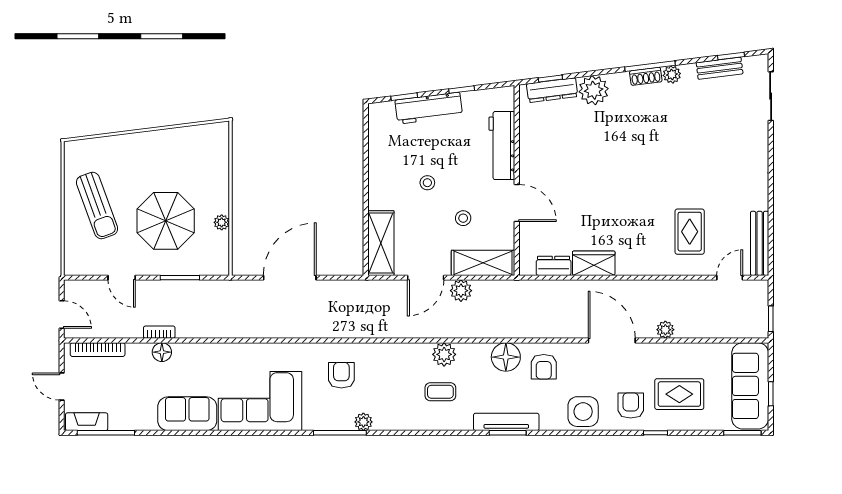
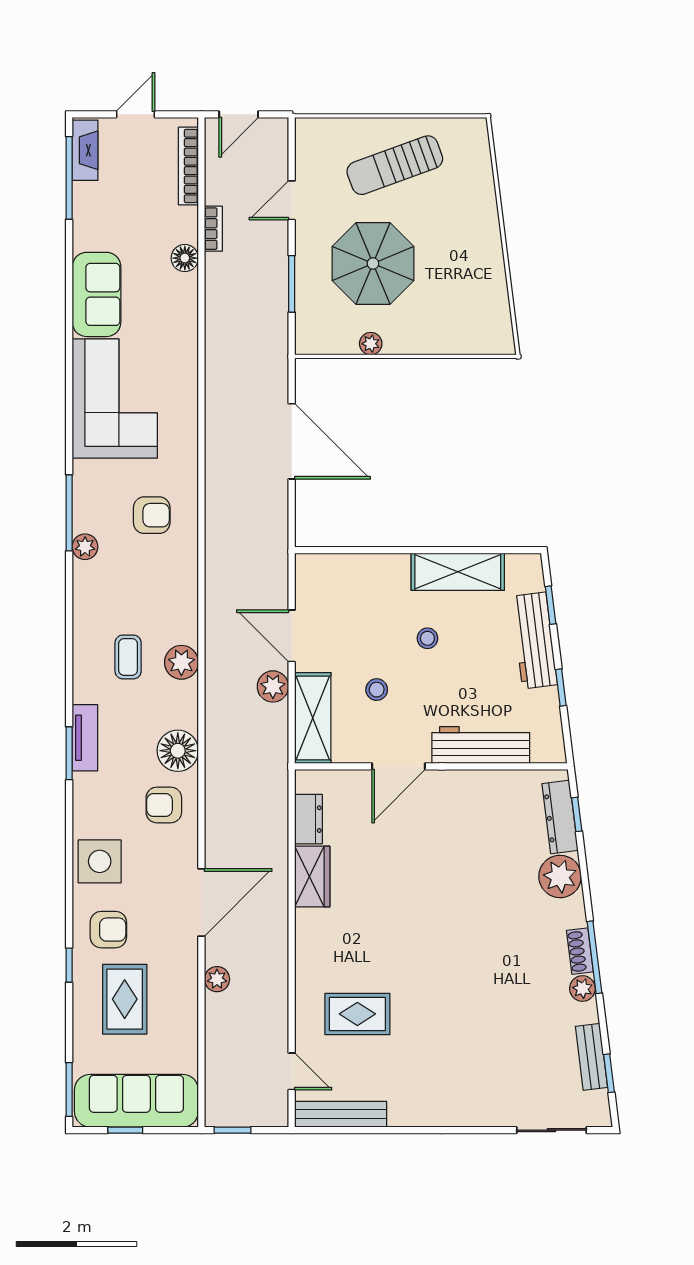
shelving: (381, 243) -> (458, 572), moved
bookcase: (159, 332) -> (213, 229), moved
tv unit: (506, 422) -> (85, 738), width x0.71

